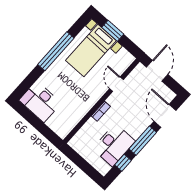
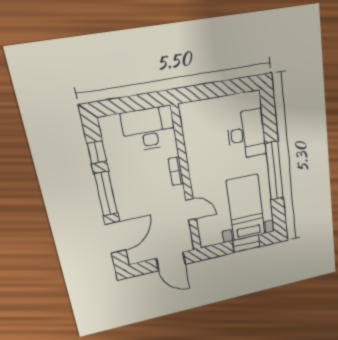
desk: (40, 102) -> (247, 134), moved, turned 90
door: (165, 116) -> (115, 237), hinge flipped
desk: (114, 145) -> (149, 129), moved, turned 90

